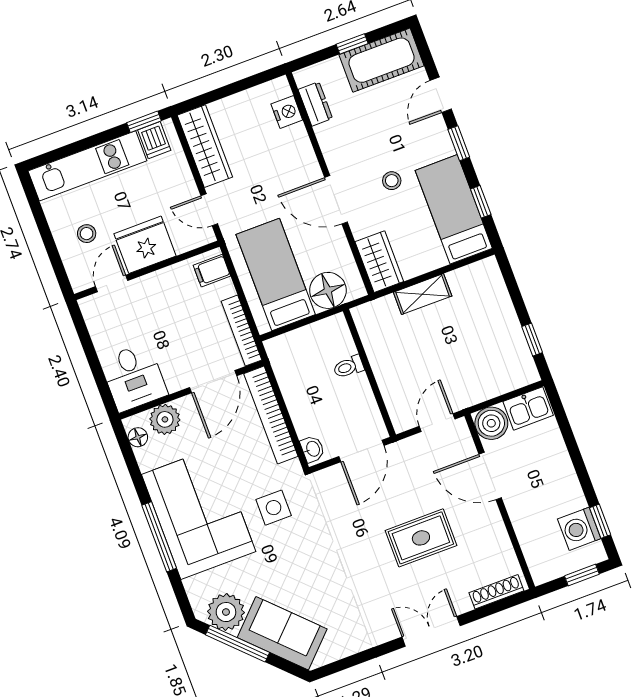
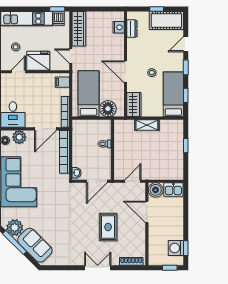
window: (532, 340) -> (186, 146), moved
side table: (274, 508) -> (51, 191), removed
rug: (421, 538) -> (108, 227), turned 90

